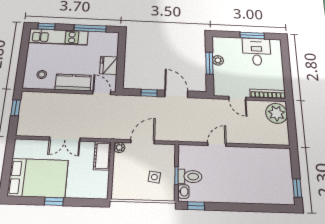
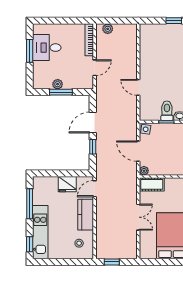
plant: (277, 113) -> (108, 29), width x0.53, depth x0.53
side table: (154, 177) -> (146, 129), moved

